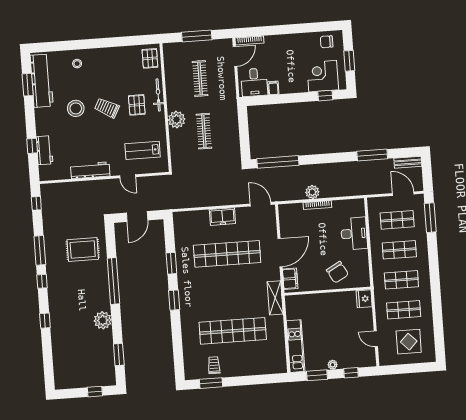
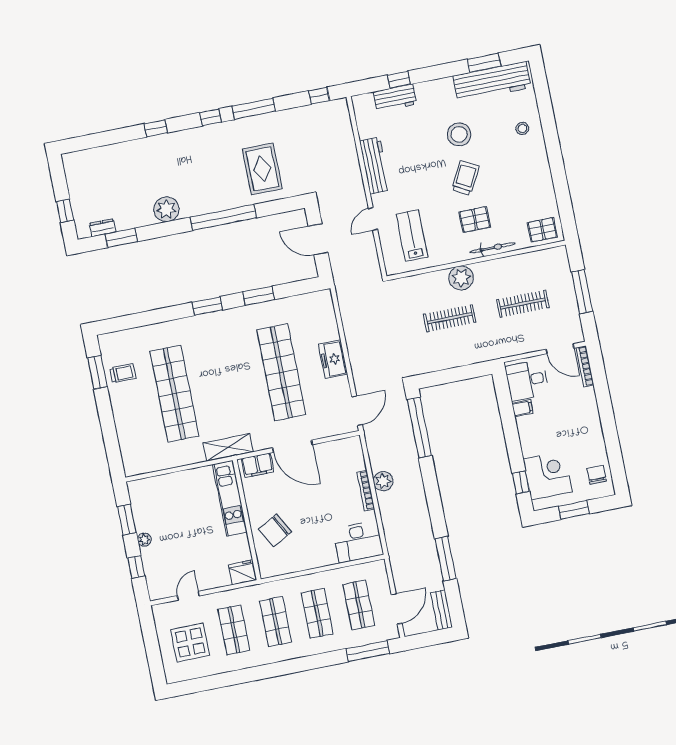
desk: (354, 234) -> (358, 542), moved
kitchen unit: (296, 346) -> (230, 498), moved, turned 90
dresser: (110, 367) -> (103, 228), added

